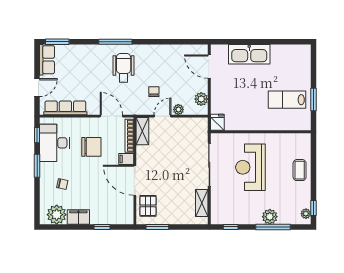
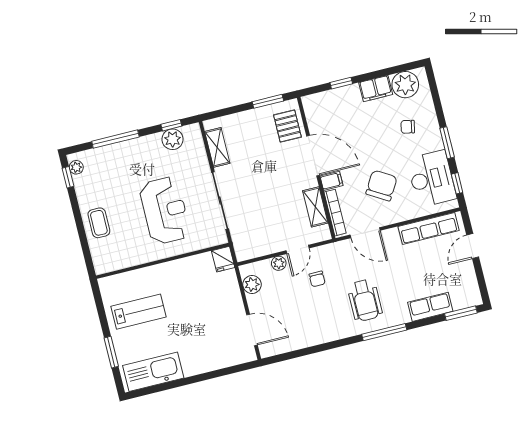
kitchen sink: (249, 54) -> (153, 372), moved
row of seats: (47, 60) -> (430, 307), moved, turned 90
window: (314, 100) -> (111, 352), moved
shelving: (142, 131) -> (315, 207), moved
chair: (91, 147) -> (382, 185), turned 121
plant: (270, 217) -> (173, 139), moved

